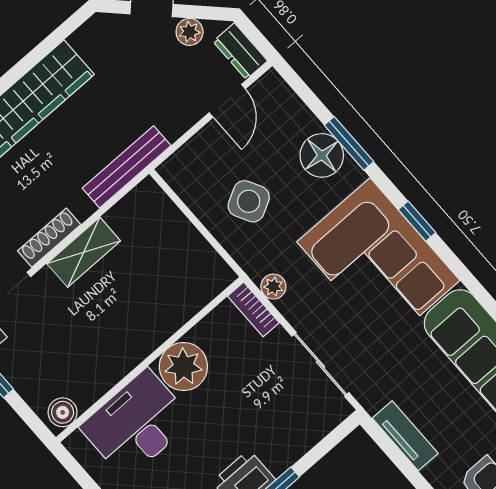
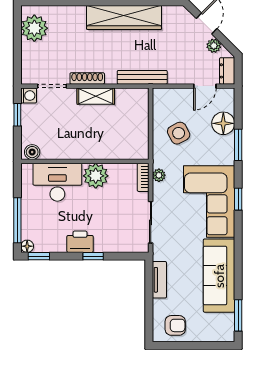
floor lamp: (322, 155) -> (223, 123), moved

